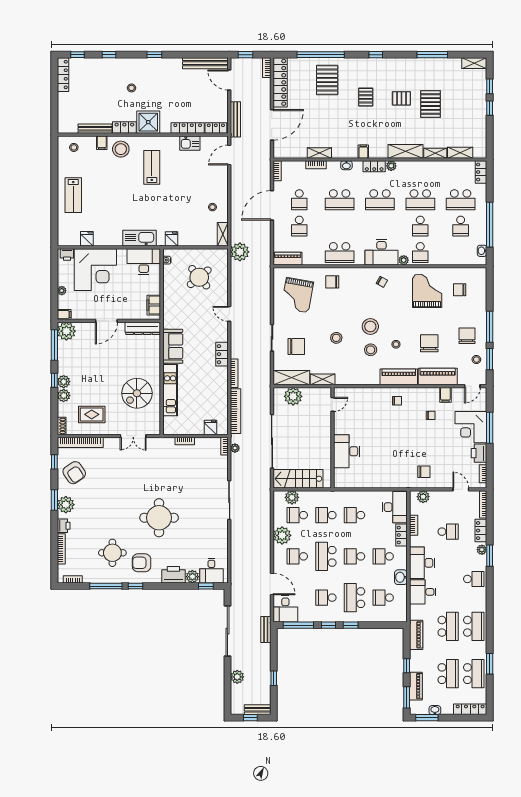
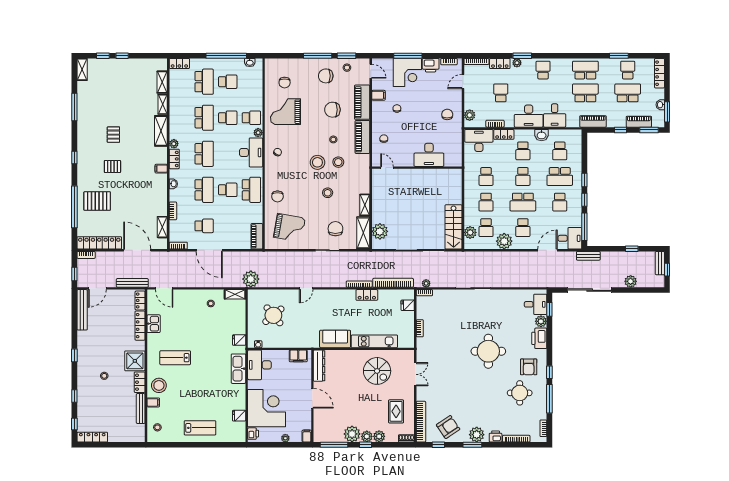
pallet: (431, 104) -> (119, 109), removed
shelving: (319, 153) -> (162, 227), moved
school desk: (299, 226) -> (228, 190), moved
plant: (66, 331) -> (352, 434), moved
locker: (222, 354) -> (367, 295), moved
door: (332, 404) -> (387, 168), moved
wall: (332, 438) -> (417, 168), moved
desk: (347, 451) -> (429, 155), moved
school desk: (474, 674) -> (628, 70), width x0.54

